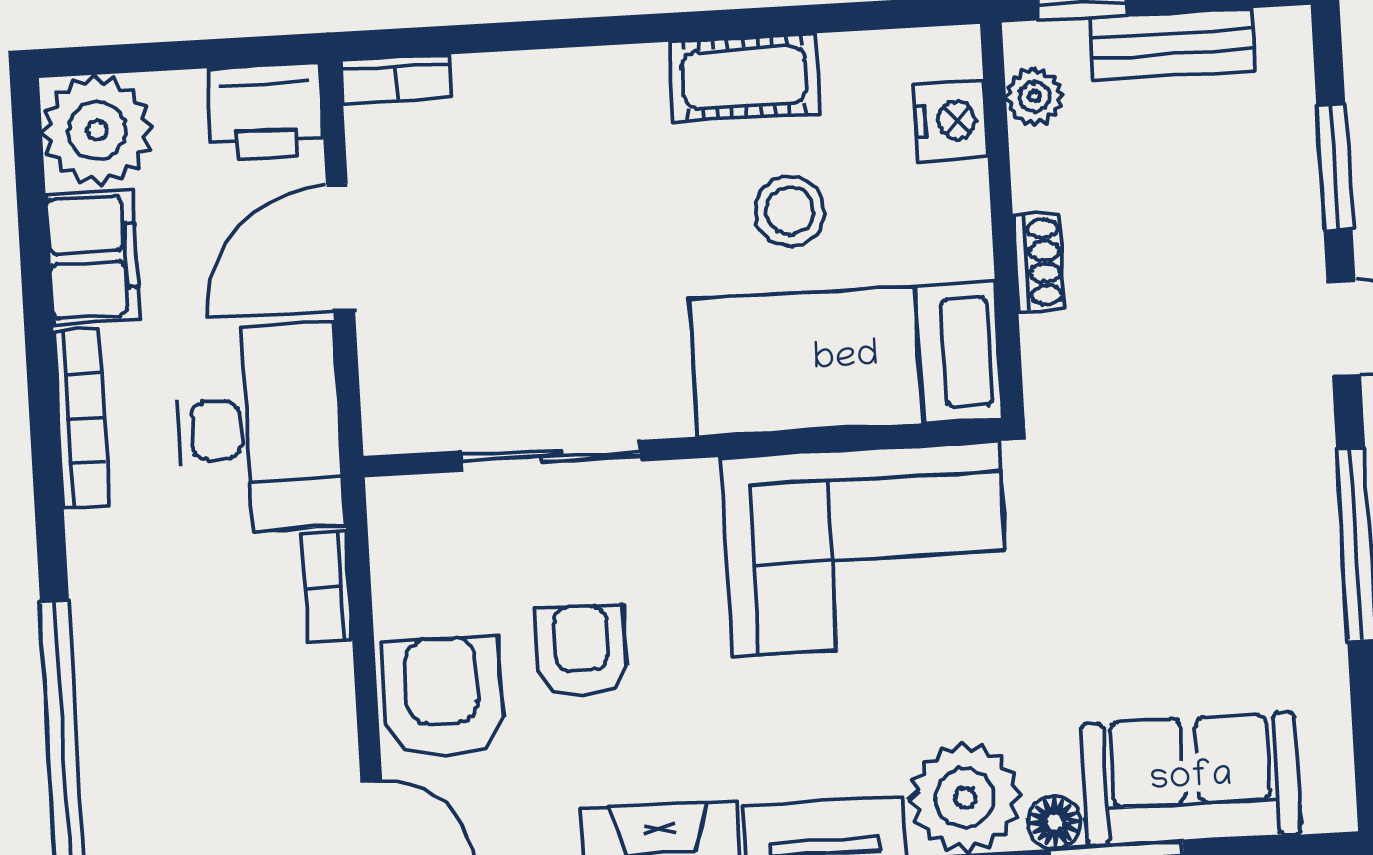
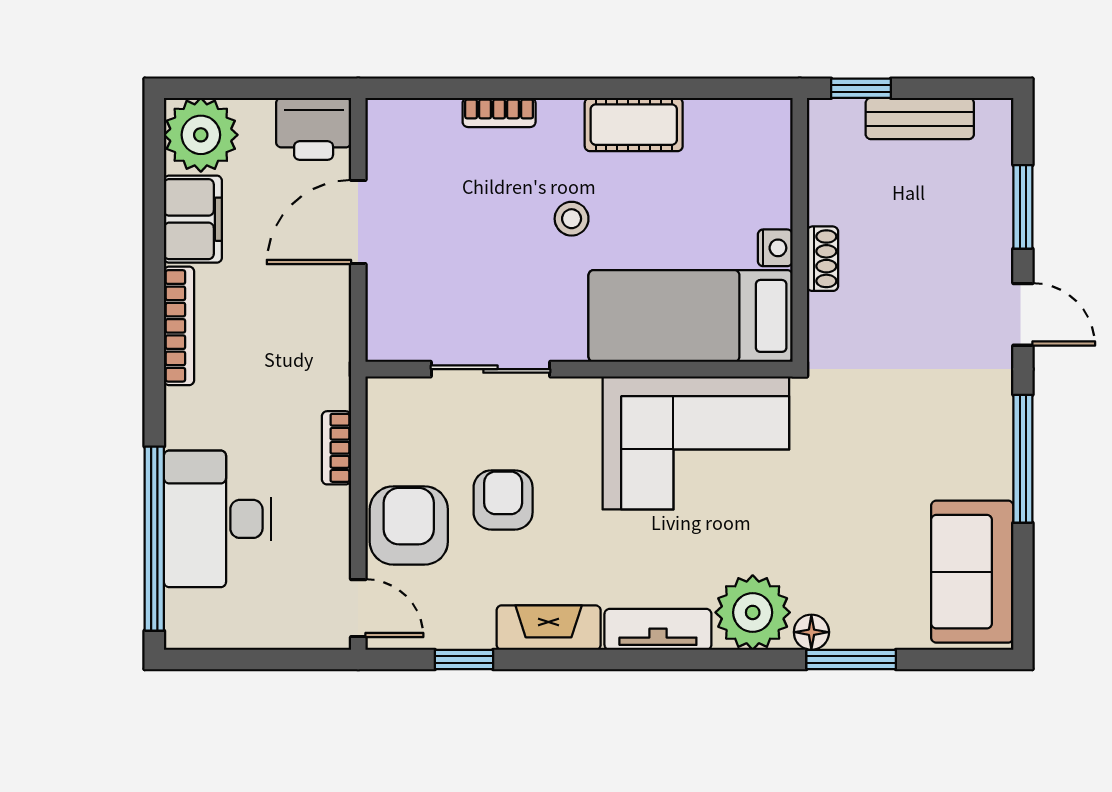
bookcase: (396, 79) -> (499, 112), moved
plant: (1035, 97) -> (826, 148), removed
nightstand: (950, 120) -> (775, 248), moved, width x0.72, depth x0.74
stool: (790, 211) -> (572, 219), moved, width x0.73, depth x0.73
desk: (260, 428) -> (217, 519), moved, turned 180
sofa: (1191, 779) -> (972, 572), moved, turned -90

